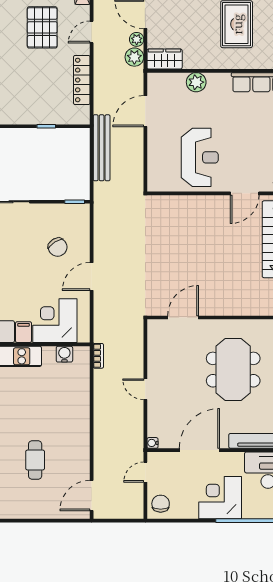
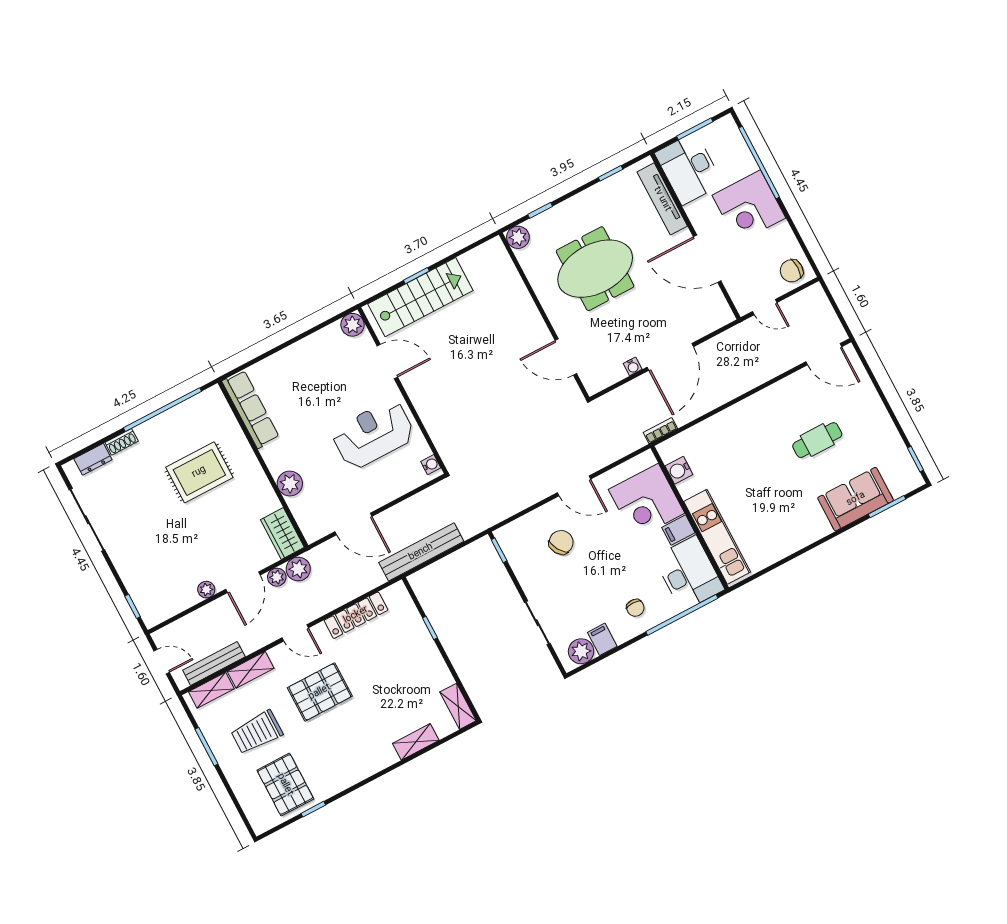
water cooler: (158, 186) -> (431, 465), added
door: (145, 389) -> (670, 357), width x1.87
water cooler: (153, 443) -> (633, 366), moved

